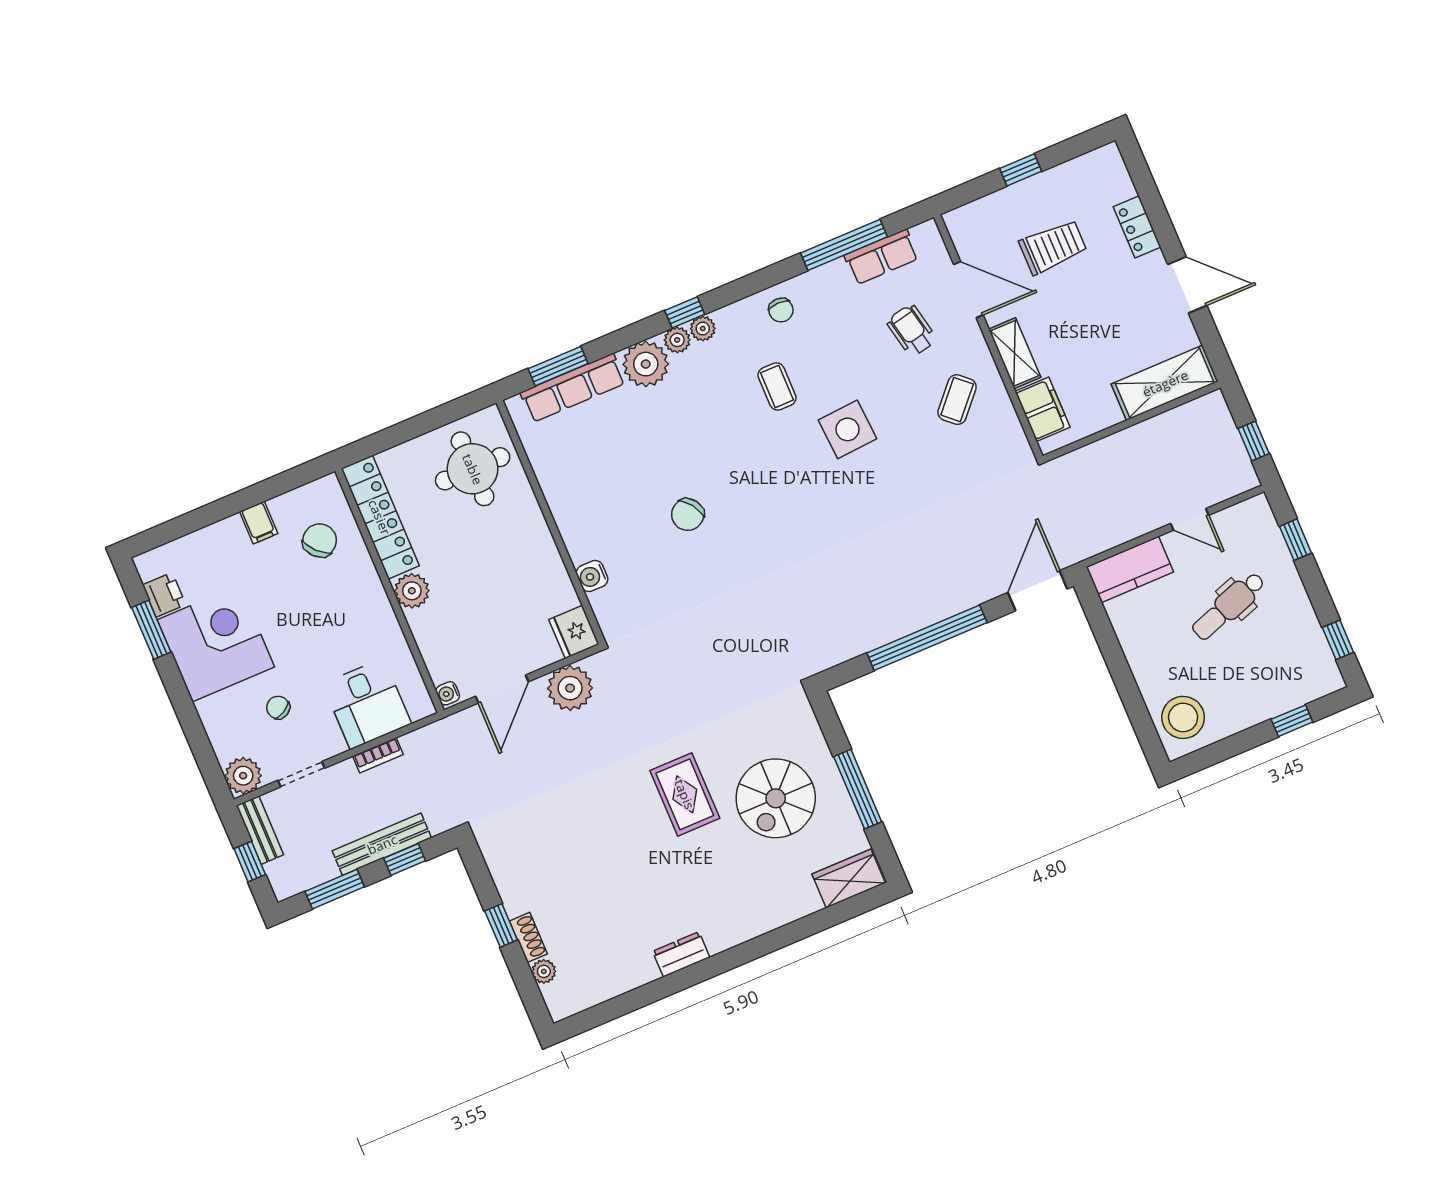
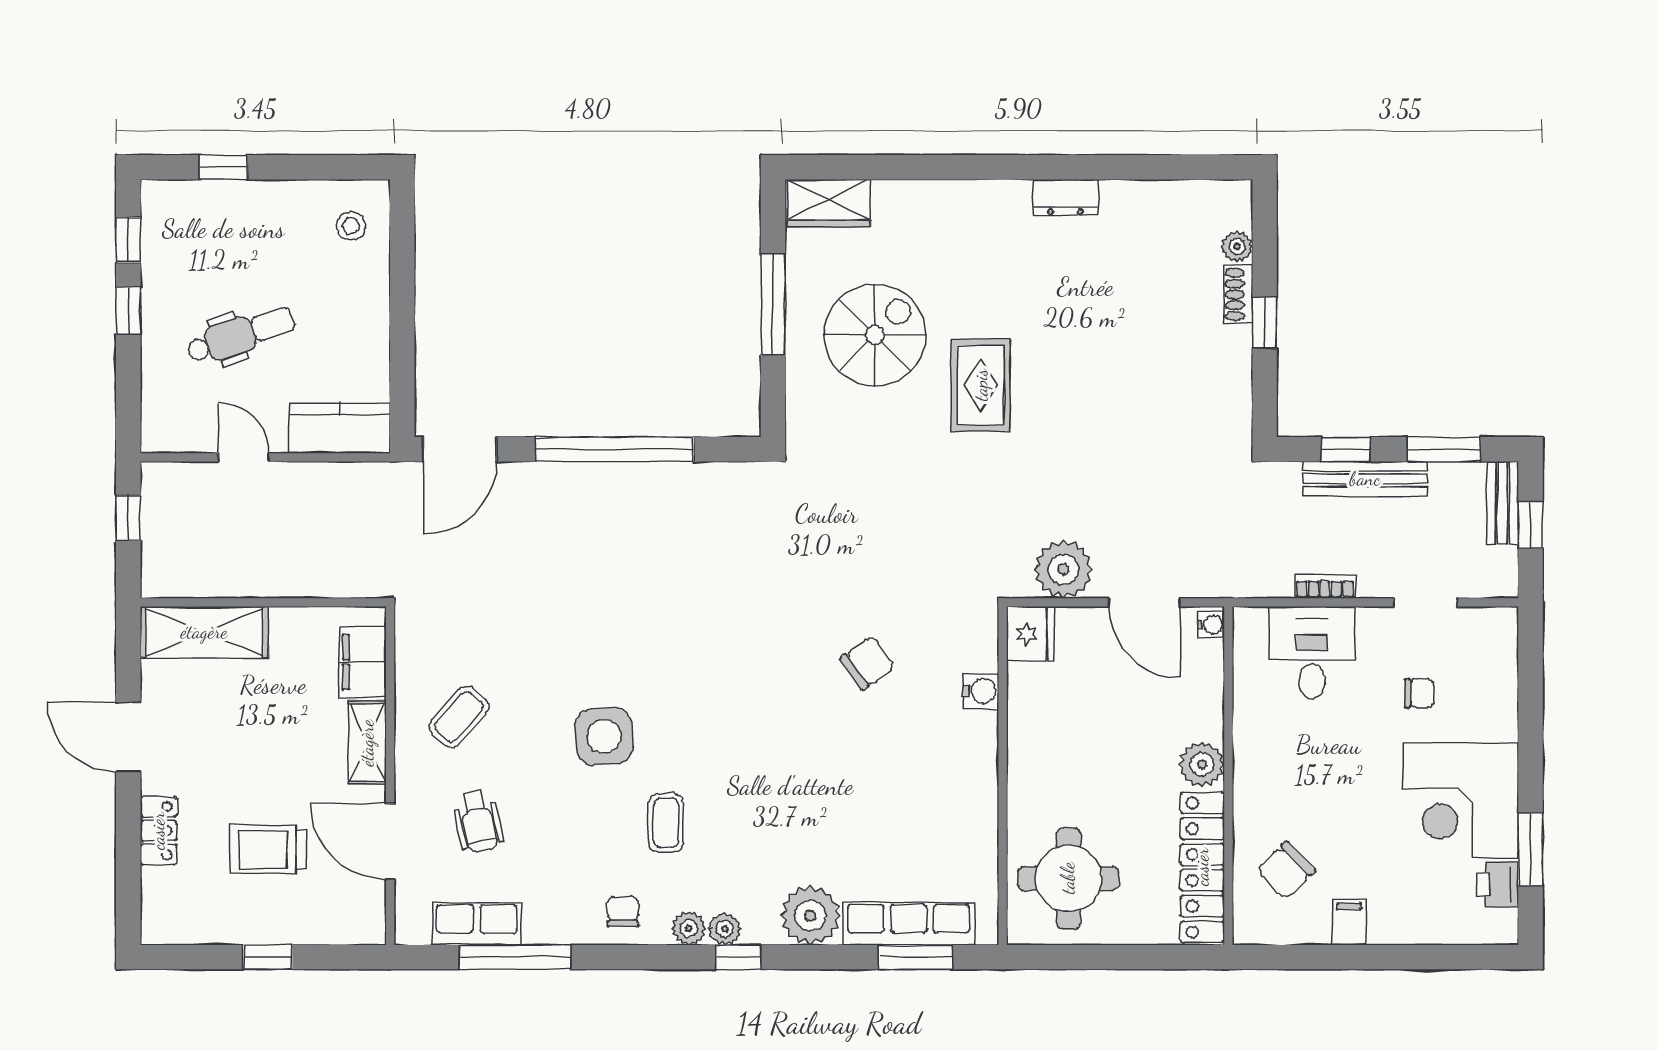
plant: (677, 340) -> (689, 928), moved
chair: (688, 515) -> (868, 663), moved
window: (1295, 540) -> (128, 311), moved
door: (502, 689) -> (1144, 602), swing flipped
chair: (278, 707) -> (1419, 693), turned -61
stool: (1183, 717) -> (351, 226), width x0.53, depth x0.53
plant: (243, 776) -> (1495, 630), removed
bench: (260, 830) -> (1503, 503), moved

